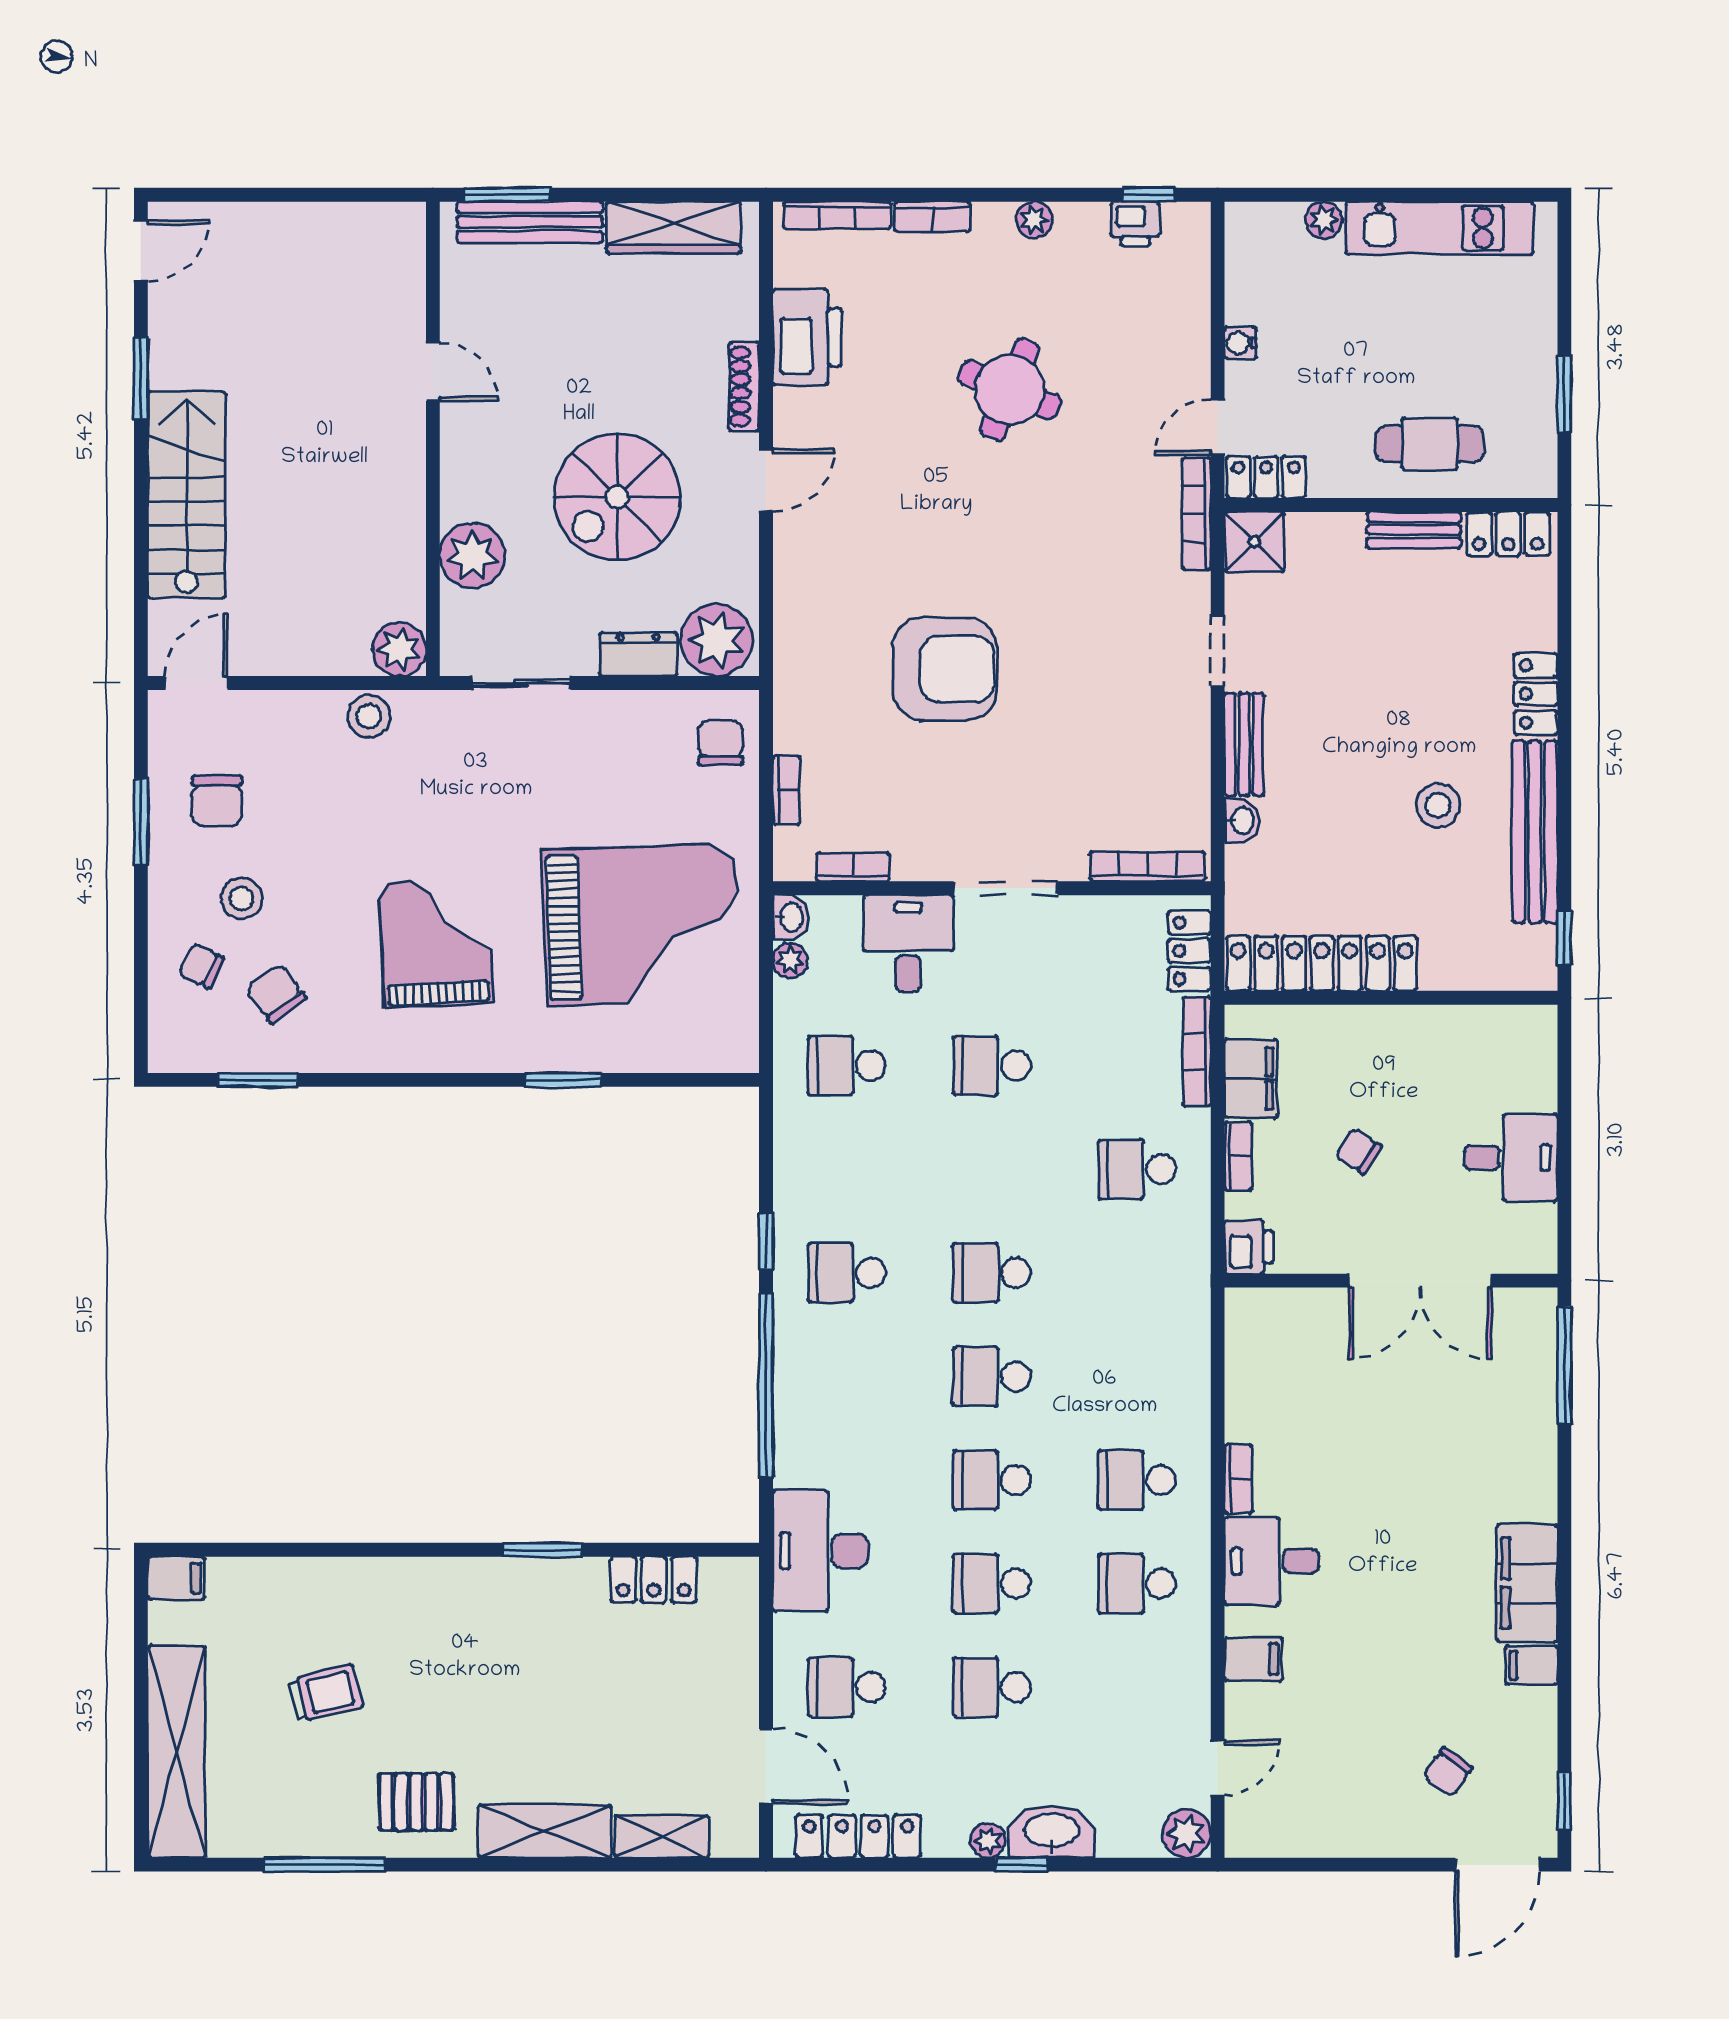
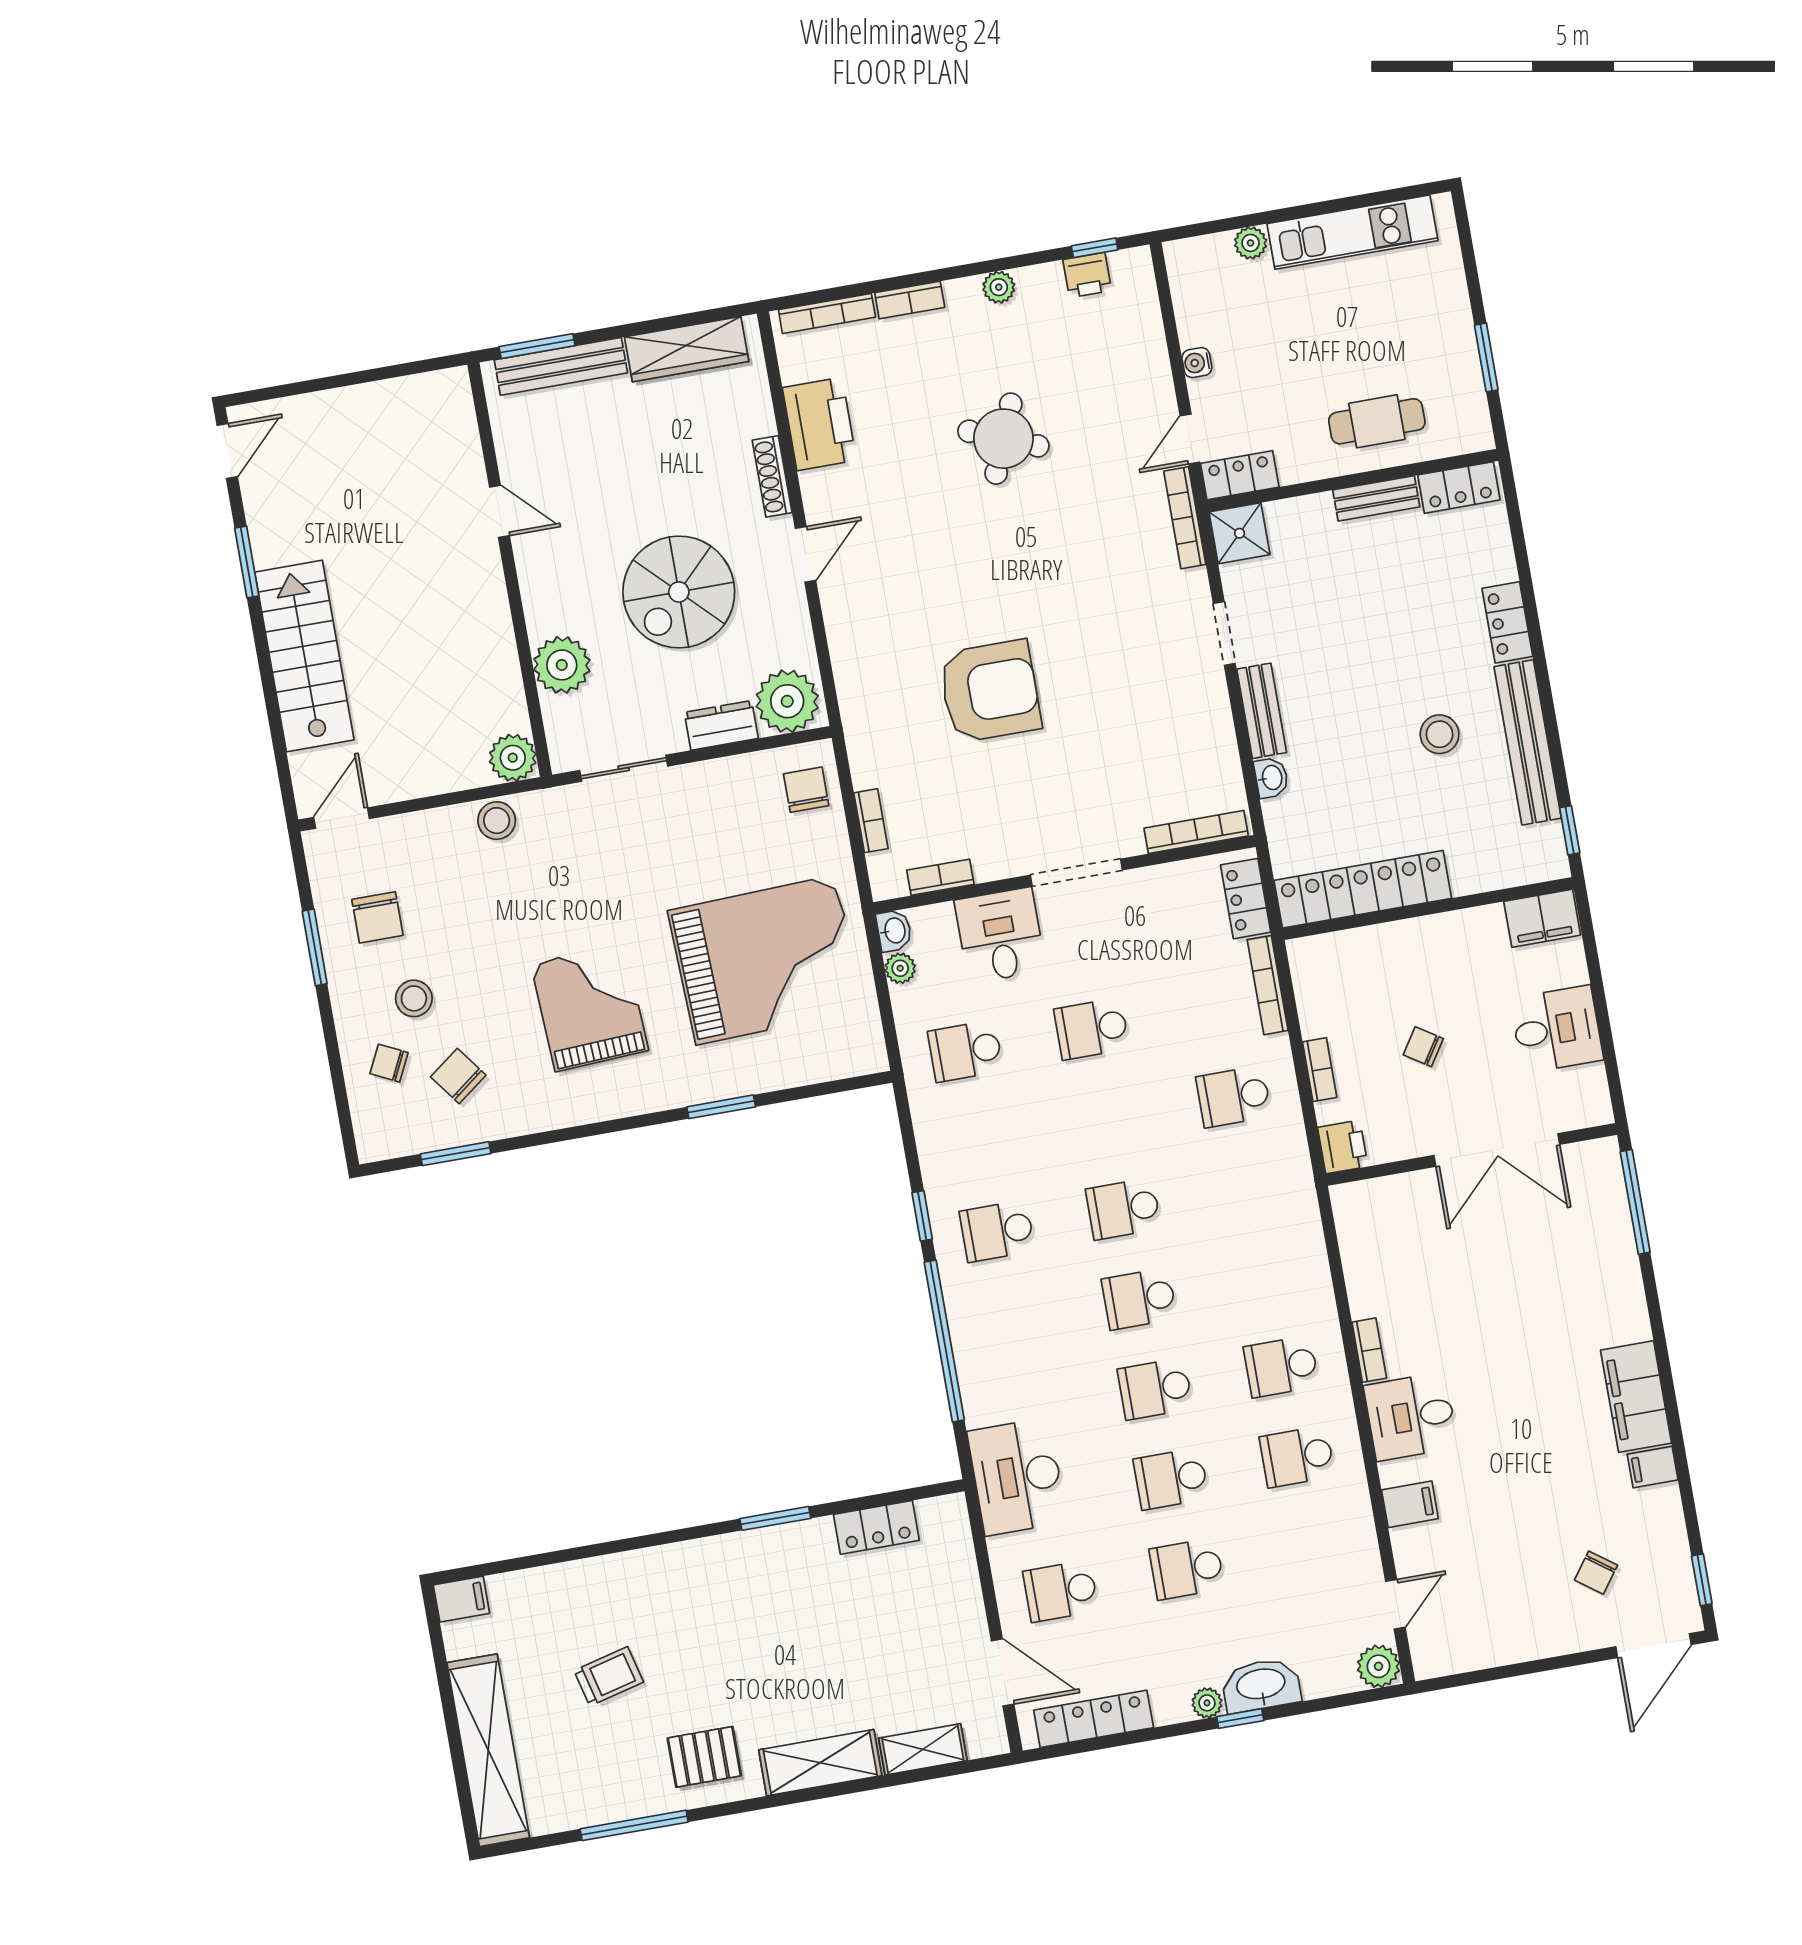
filing cabinet: (1251, 1078) -> (1542, 918), moved, turned 90

